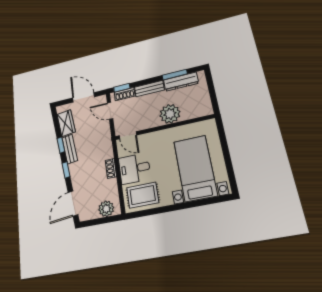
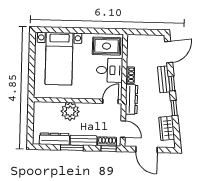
window: (175, 75) -> (72, 148), moved
door: (128, 135) -> (110, 101), hinge flipped
dresser: (106, 143) -> (131, 99), added
bench: (70, 149) -> (164, 79), moved
plant: (106, 209) -> (140, 41), removed

